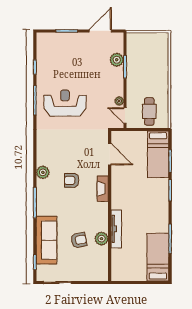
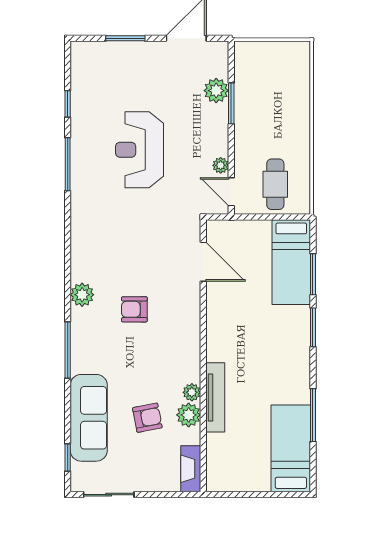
reception desk: (65, 103) -> (140, 150), moved, turned -90
fireplace: (103, 189) -> (191, 469), moved
plant: (103, 226) -> (192, 392), added

